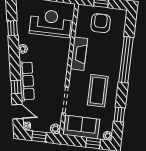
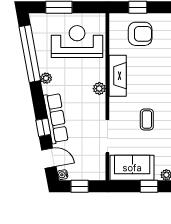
armchair: (101, 23) -> (140, 34), turned 90
window: (13, 28) -> (30, 54), width x3.17
coffee table: (98, 91) -> (147, 120), width x0.54, depth x0.58
plant: (55, 129) -> (99, 89), moved

